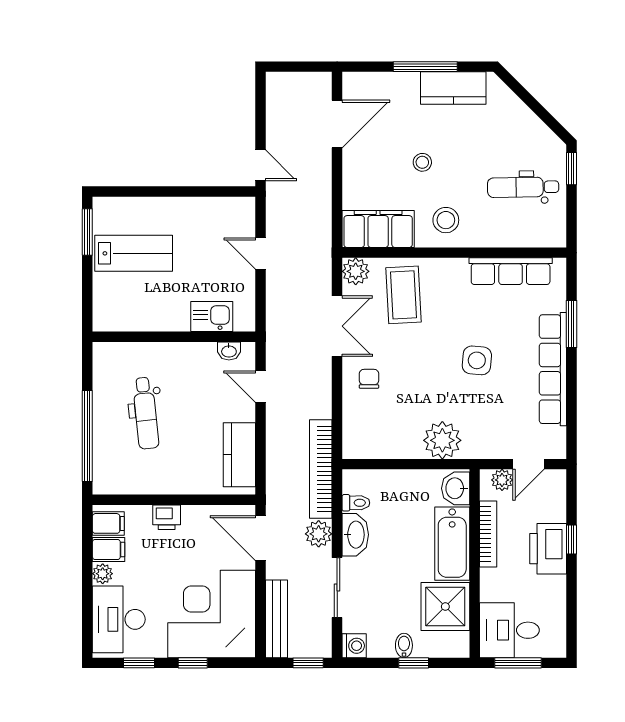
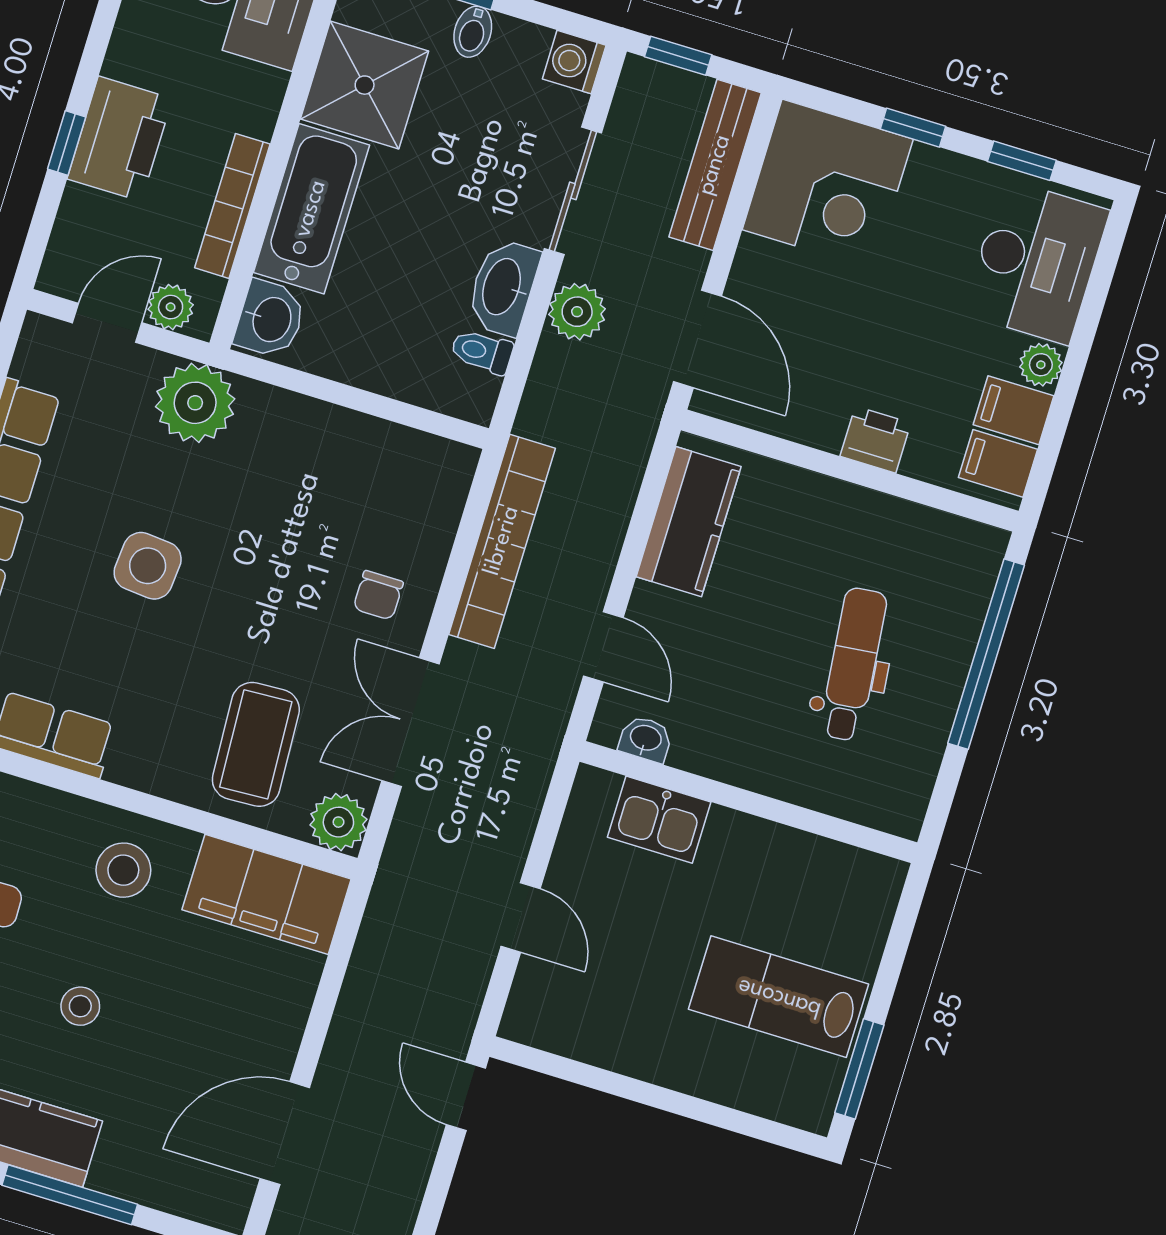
stool: (422, 162) -> (80, 1006), moved
plant: (442, 440) -> (195, 403), moved
bookcase: (321, 469) -> (502, 541), moved
corner desk: (212, 614) -> (828, 184), width x0.74, depth x0.74

